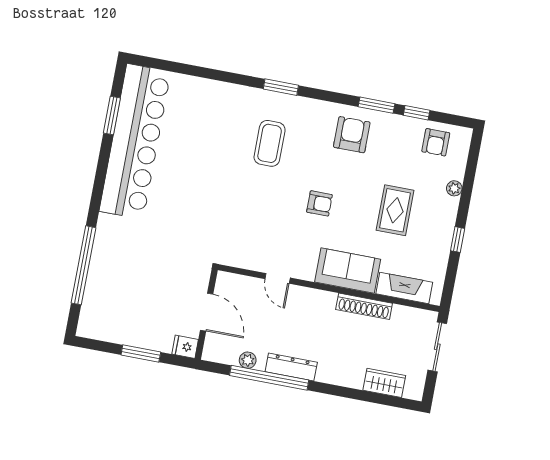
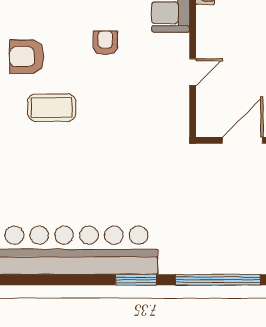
window: (112, 115) -> (136, 280), moved
armchair: (352, 135) -> (27, 57), moved

